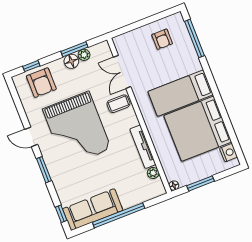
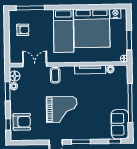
floor lamp: (71, 61) -> (15, 76), moved
double door: (122, 72) -> (35, 65), swing flipped
grand piano: (77, 129) -> (62, 109), width x0.73, depth x0.68
sofa: (93, 210) -> (120, 124), width x0.73

